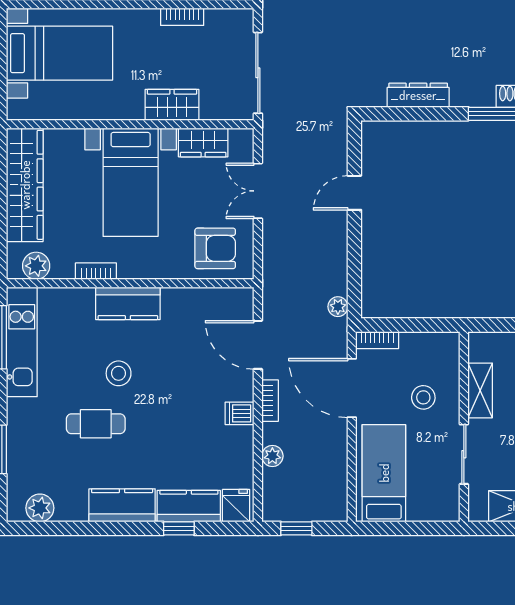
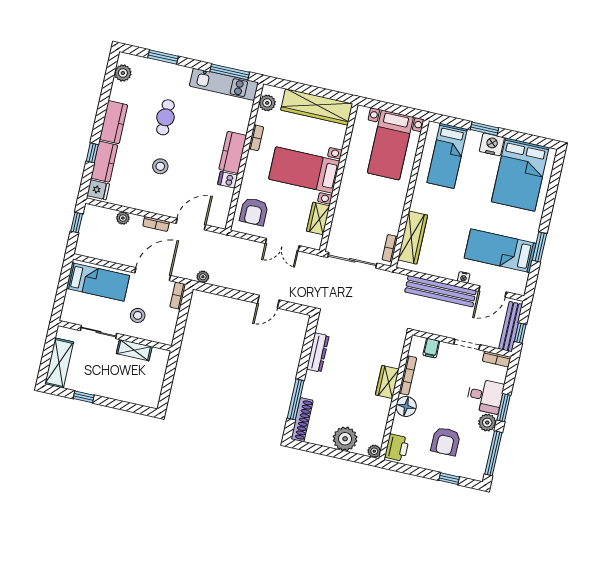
bookcase: (182, 17) -> (390, 248), moved
wardrobe: (172, 105) -> (345, 205), removed
double door: (258, 191) -> (282, 245), swing flipped
door: (354, 193) -> (268, 302), swing flipped
stool: (119, 373) -> (160, 166), moved
dishwasher: (240, 413) -> (228, 180), moved, turned -90

